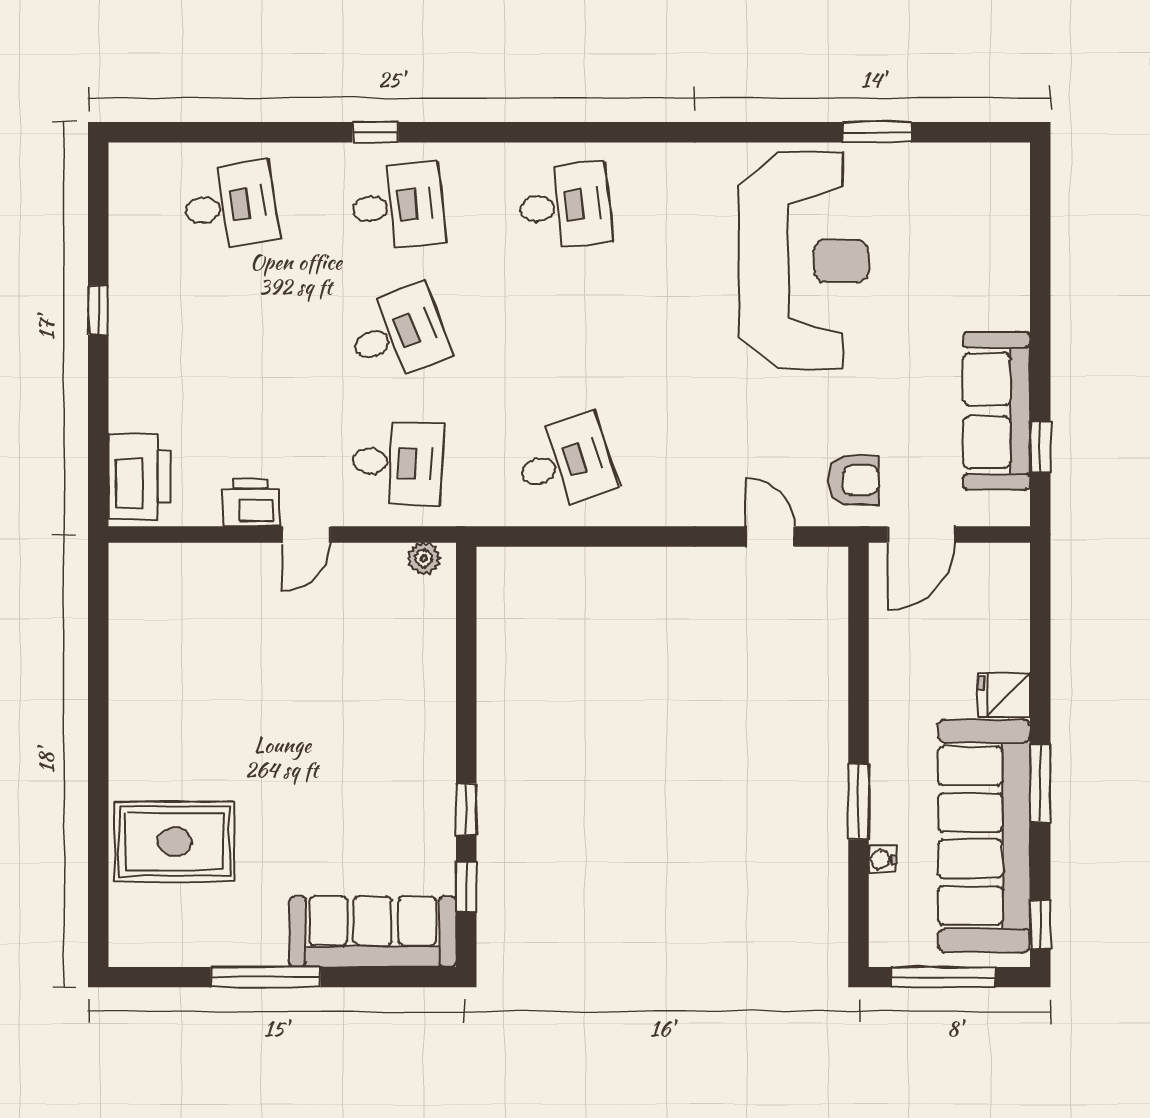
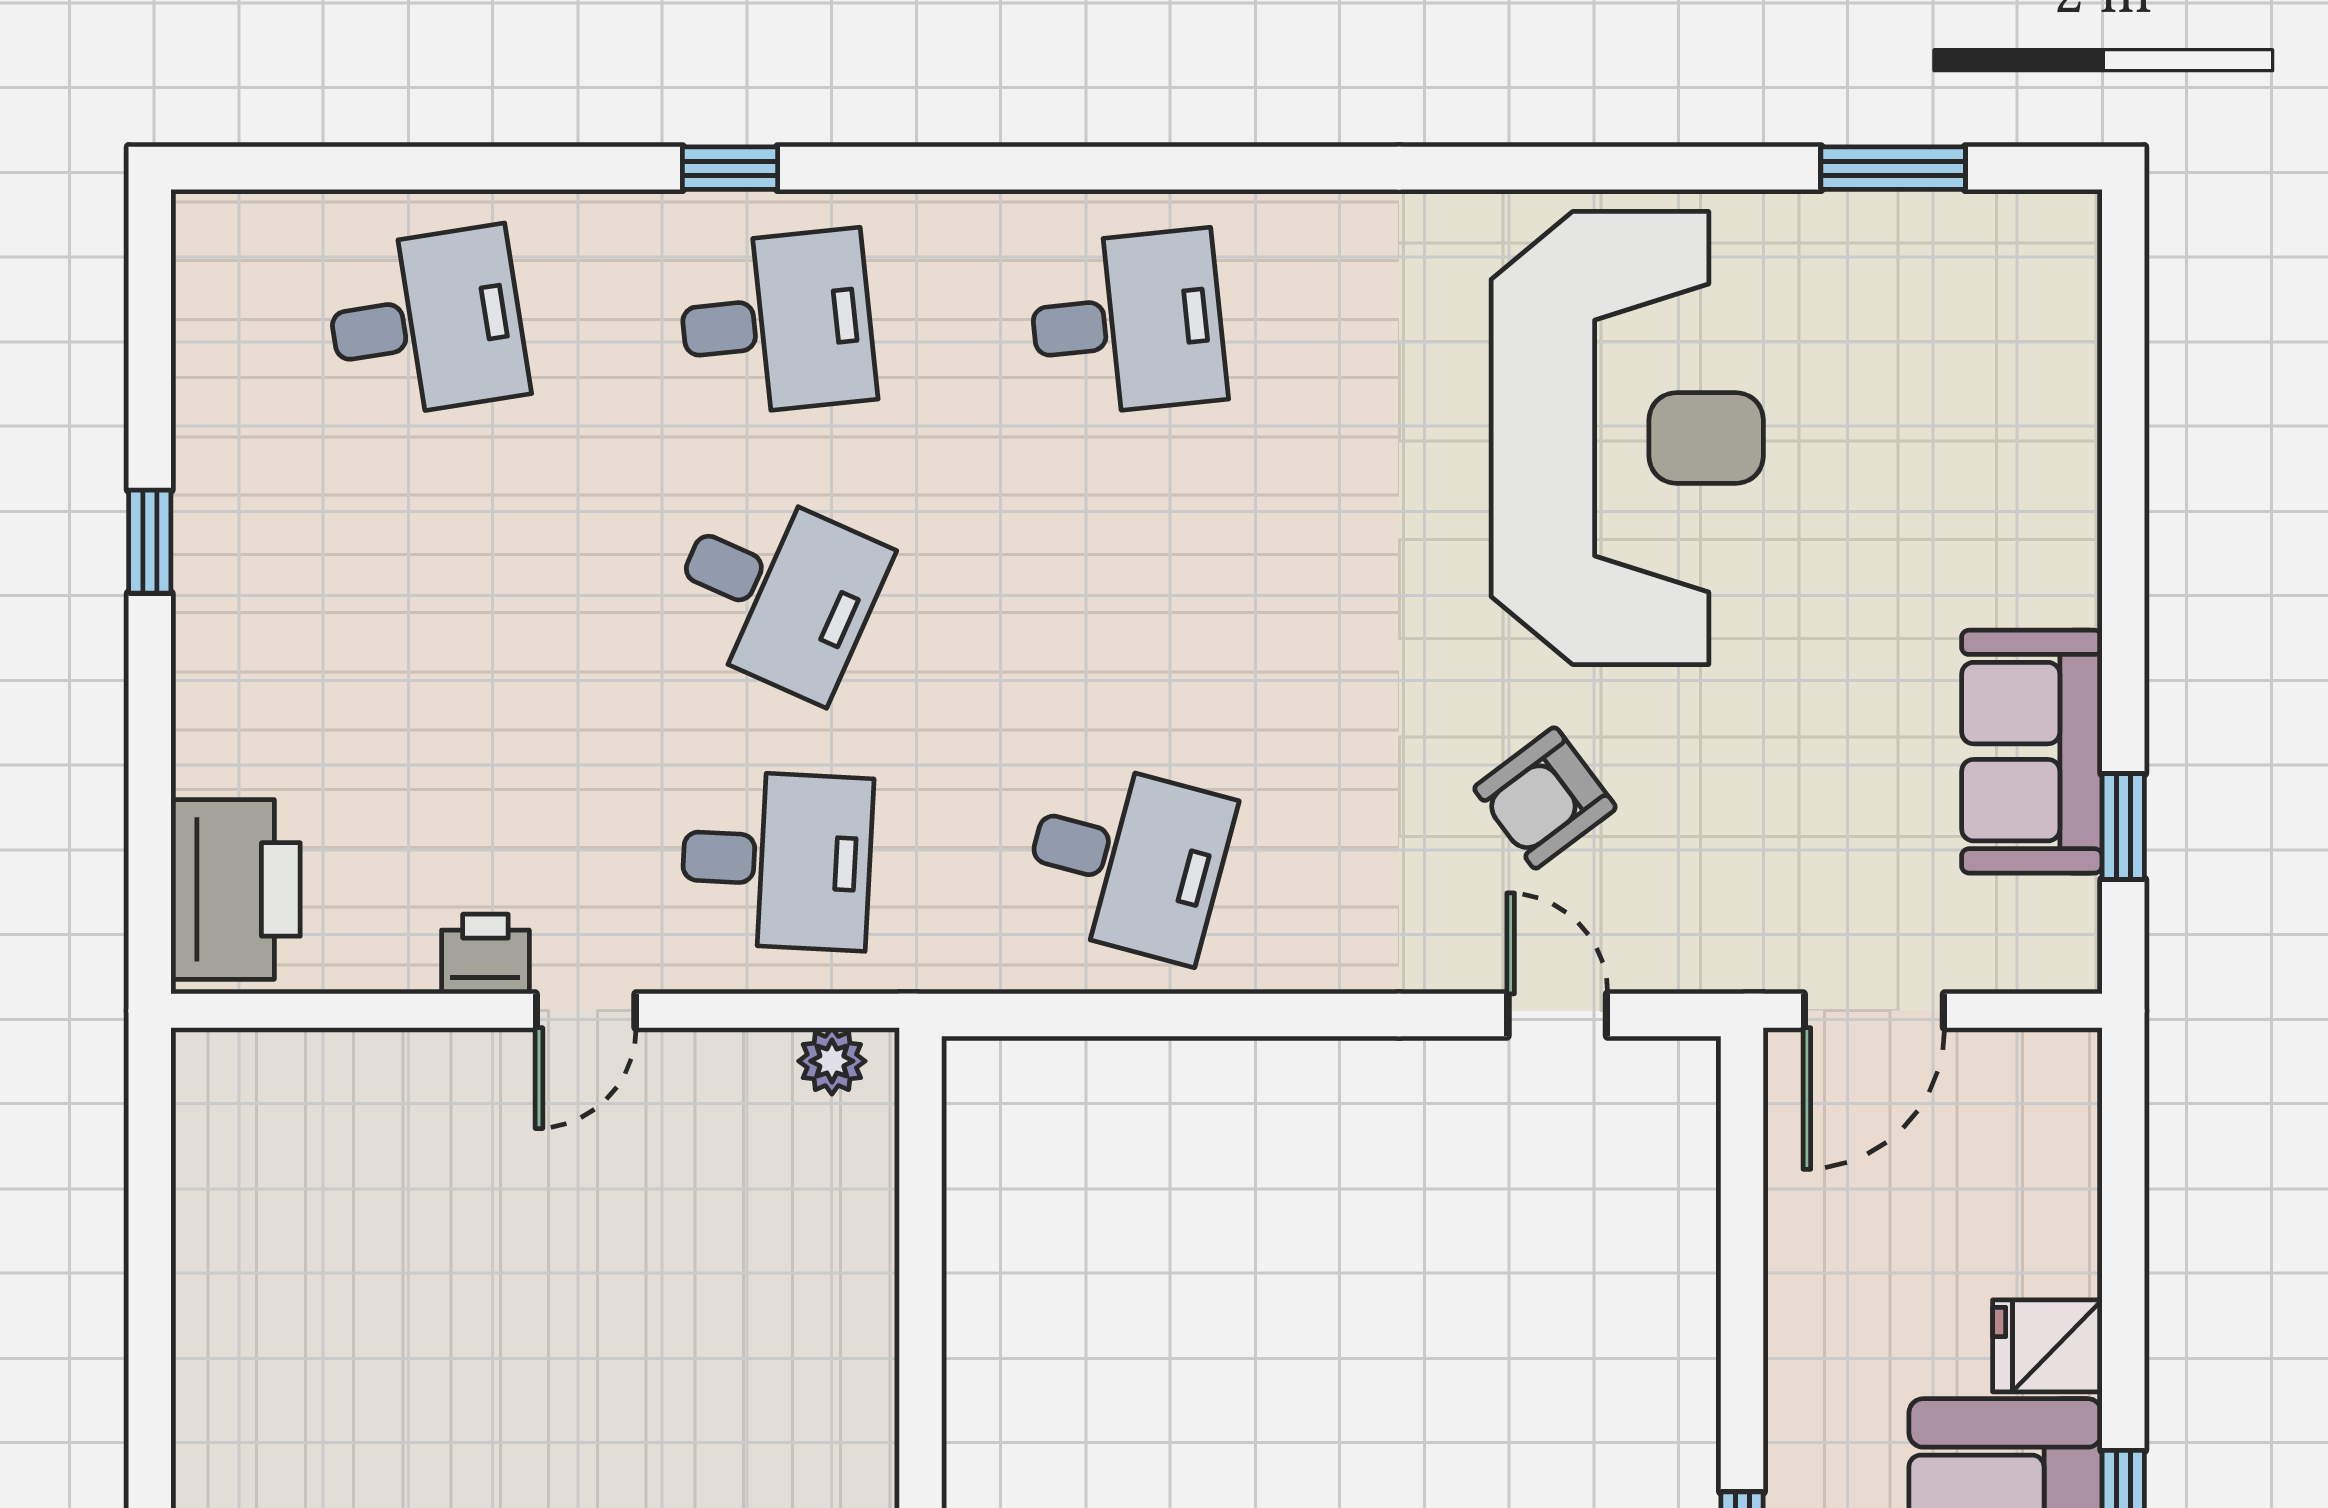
window: (877, 132) -> (1893, 168), moved
desk: (398, 334) -> (777, 592), turned 45
sofa: (997, 411) -> (2032, 752), width x0.73
desk: (565, 463) -> (1127, 860), turned 33
armchair: (854, 480) -> (1545, 798), moved, turned 143
printer: (251, 503) -> (485, 954), width x0.73, depth x0.81

